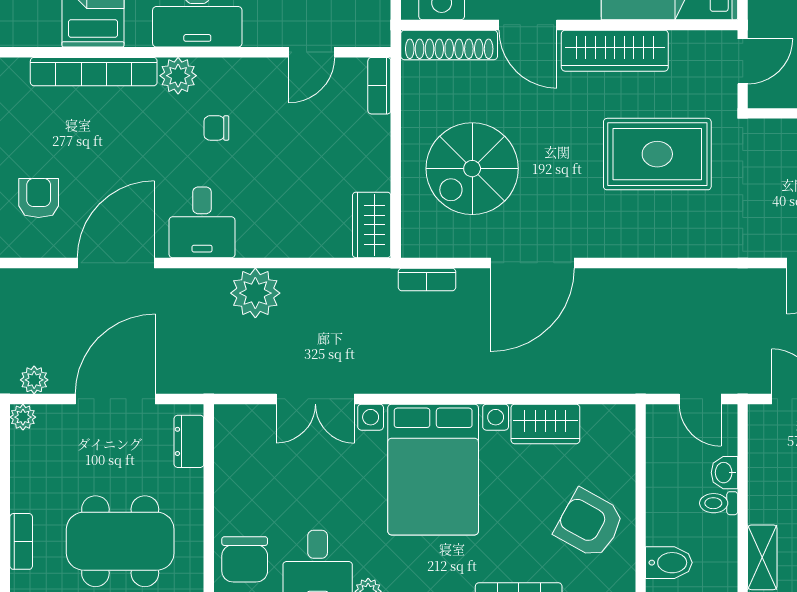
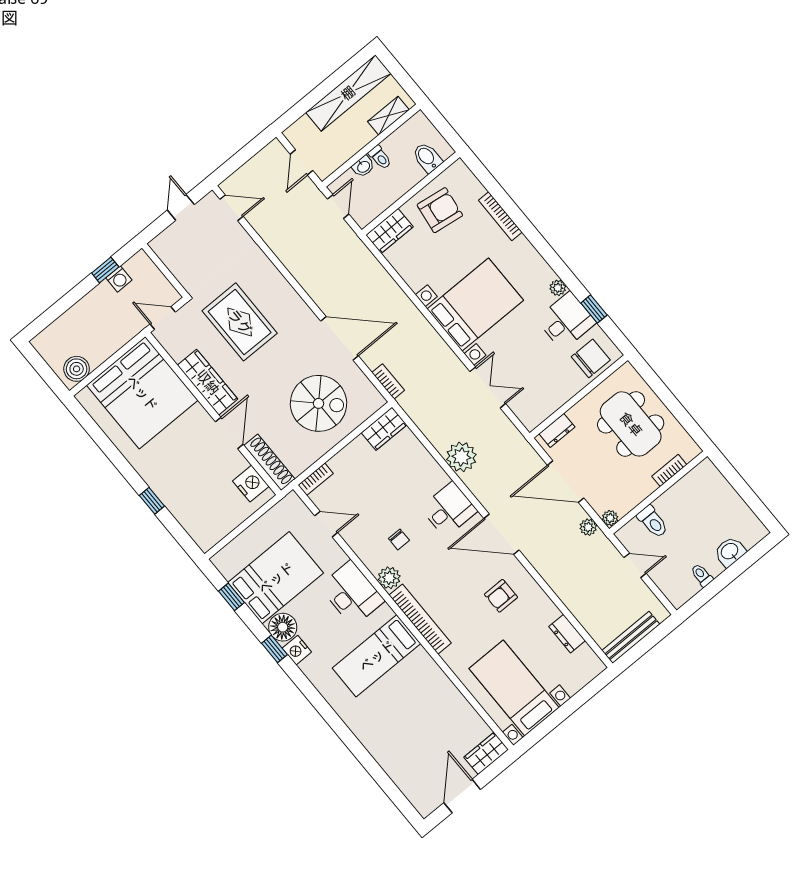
wardrobe: (545, 424) -> (390, 231), moved, turned 90
armchair: (589, 524) -> (440, 210), turned -111

